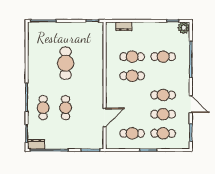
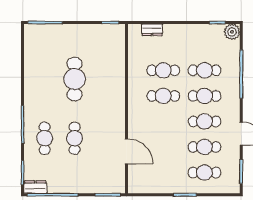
door: (105, 117) -> (126, 151), hinge flipped
cafe table: (132, 133) -> (204, 96), moved

